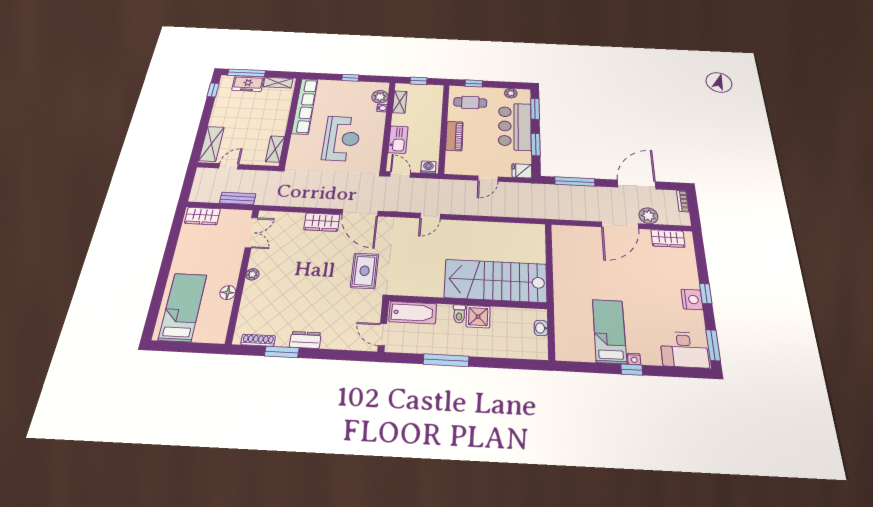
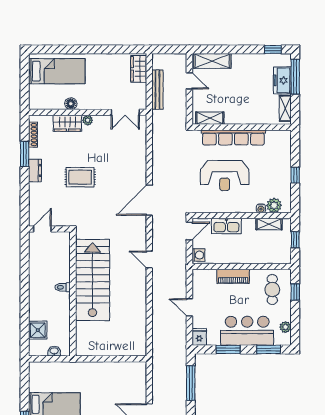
row of seats: (305, 106) -> (233, 137), moved
bench: (238, 198) -> (157, 90), width x1.36
wardrobe: (322, 222) -> (67, 123), moved, turned -90
rug: (365, 271) -> (80, 177), moved
stairs: (496, 281) -> (92, 280), moved
bathtub: (413, 313) -> (62, 251), removed
shower: (478, 317) -> (38, 330), moved
window: (446, 360) -> (25, 279), removed

